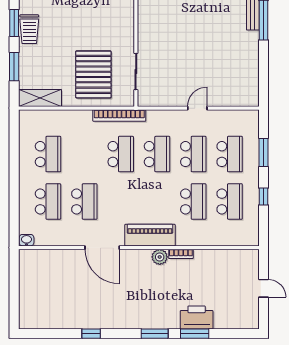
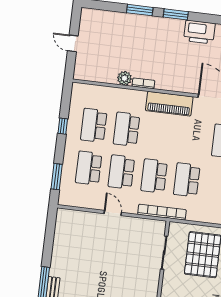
door: (197, 108) -> (113, 213), swing flipped
bookcase: (119, 115) -> (162, 212), moved
window: (264, 153) -> (57, 177), moved
plant: (160, 257) -> (125, 78), moved
printer: (197, 317) -> (199, 32), moved

